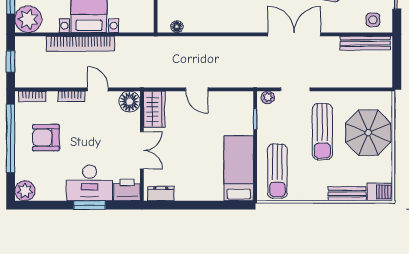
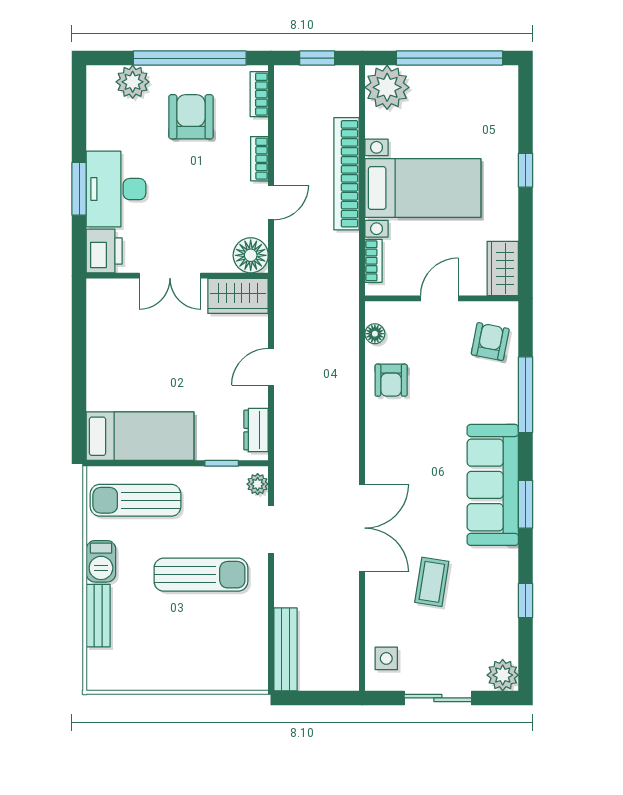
armchair: (205, 17) -> (391, 380), added
bookcase: (133, 27) -> (374, 261), added
bench: (365, 43) -> (286, 649), moved
sun lounger: (322, 132) -> (201, 575), turned 180
parasol: (368, 133) -> (199, 651), removed
plant: (25, 191) -> (133, 82), moved
barbecue: (380, 192) -> (101, 561), moved
dresser: (161, 194) -> (256, 430), moved, turned 180

